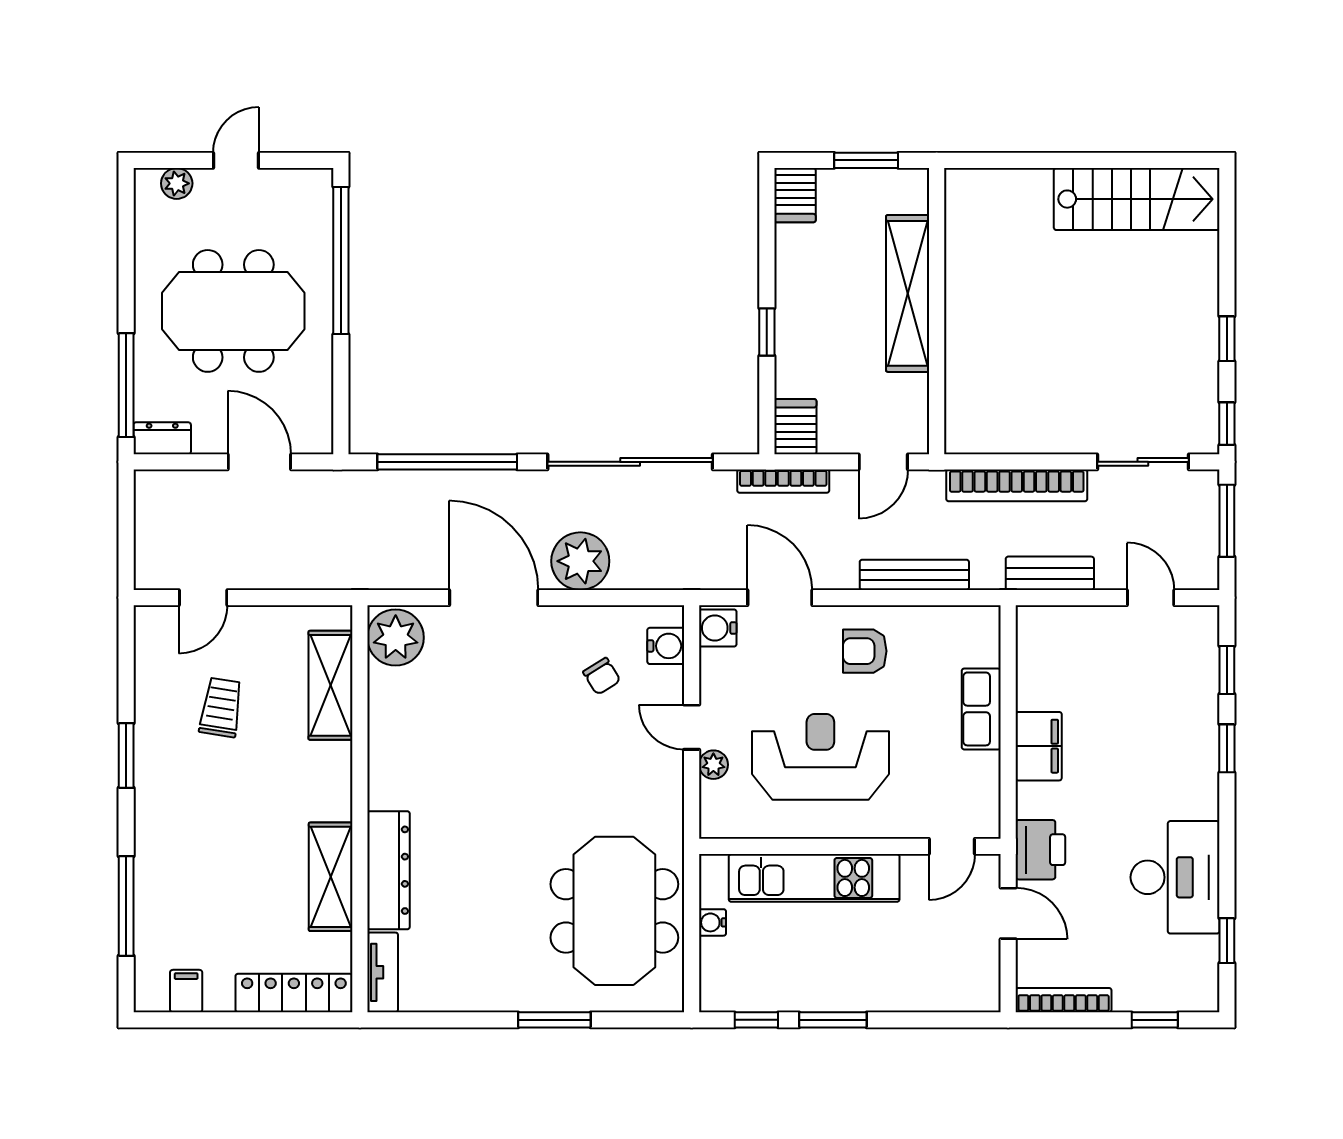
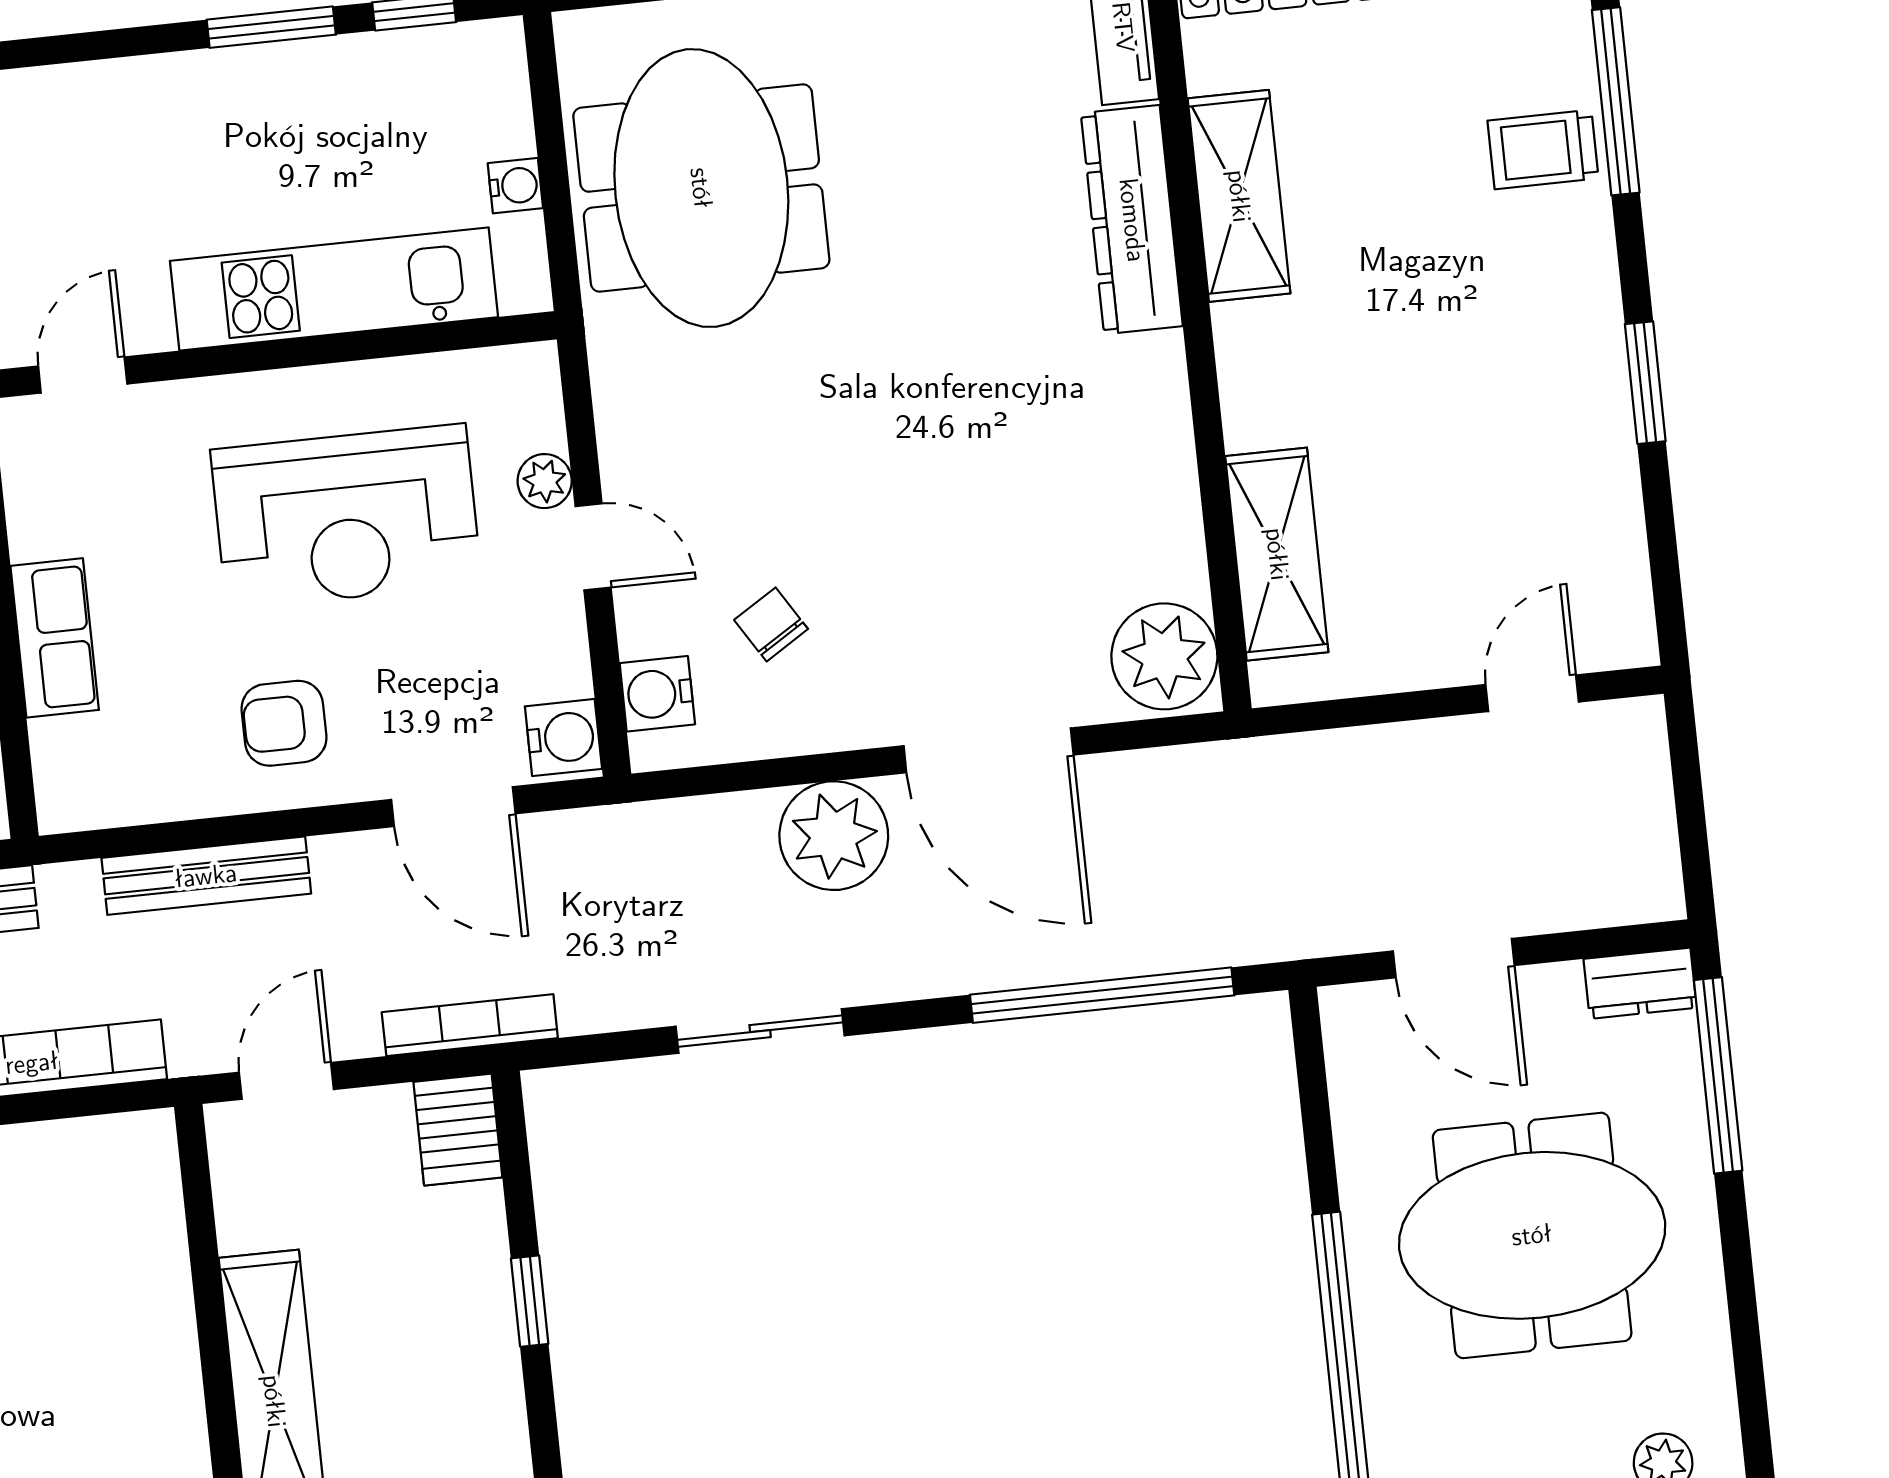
sliding door: (630, 462) -> (760, 1031), width x0.54
armchair: (865, 651) -> (284, 723), turned 180
trolley: (221, 707) -> (1543, 149), moved, turned 81

